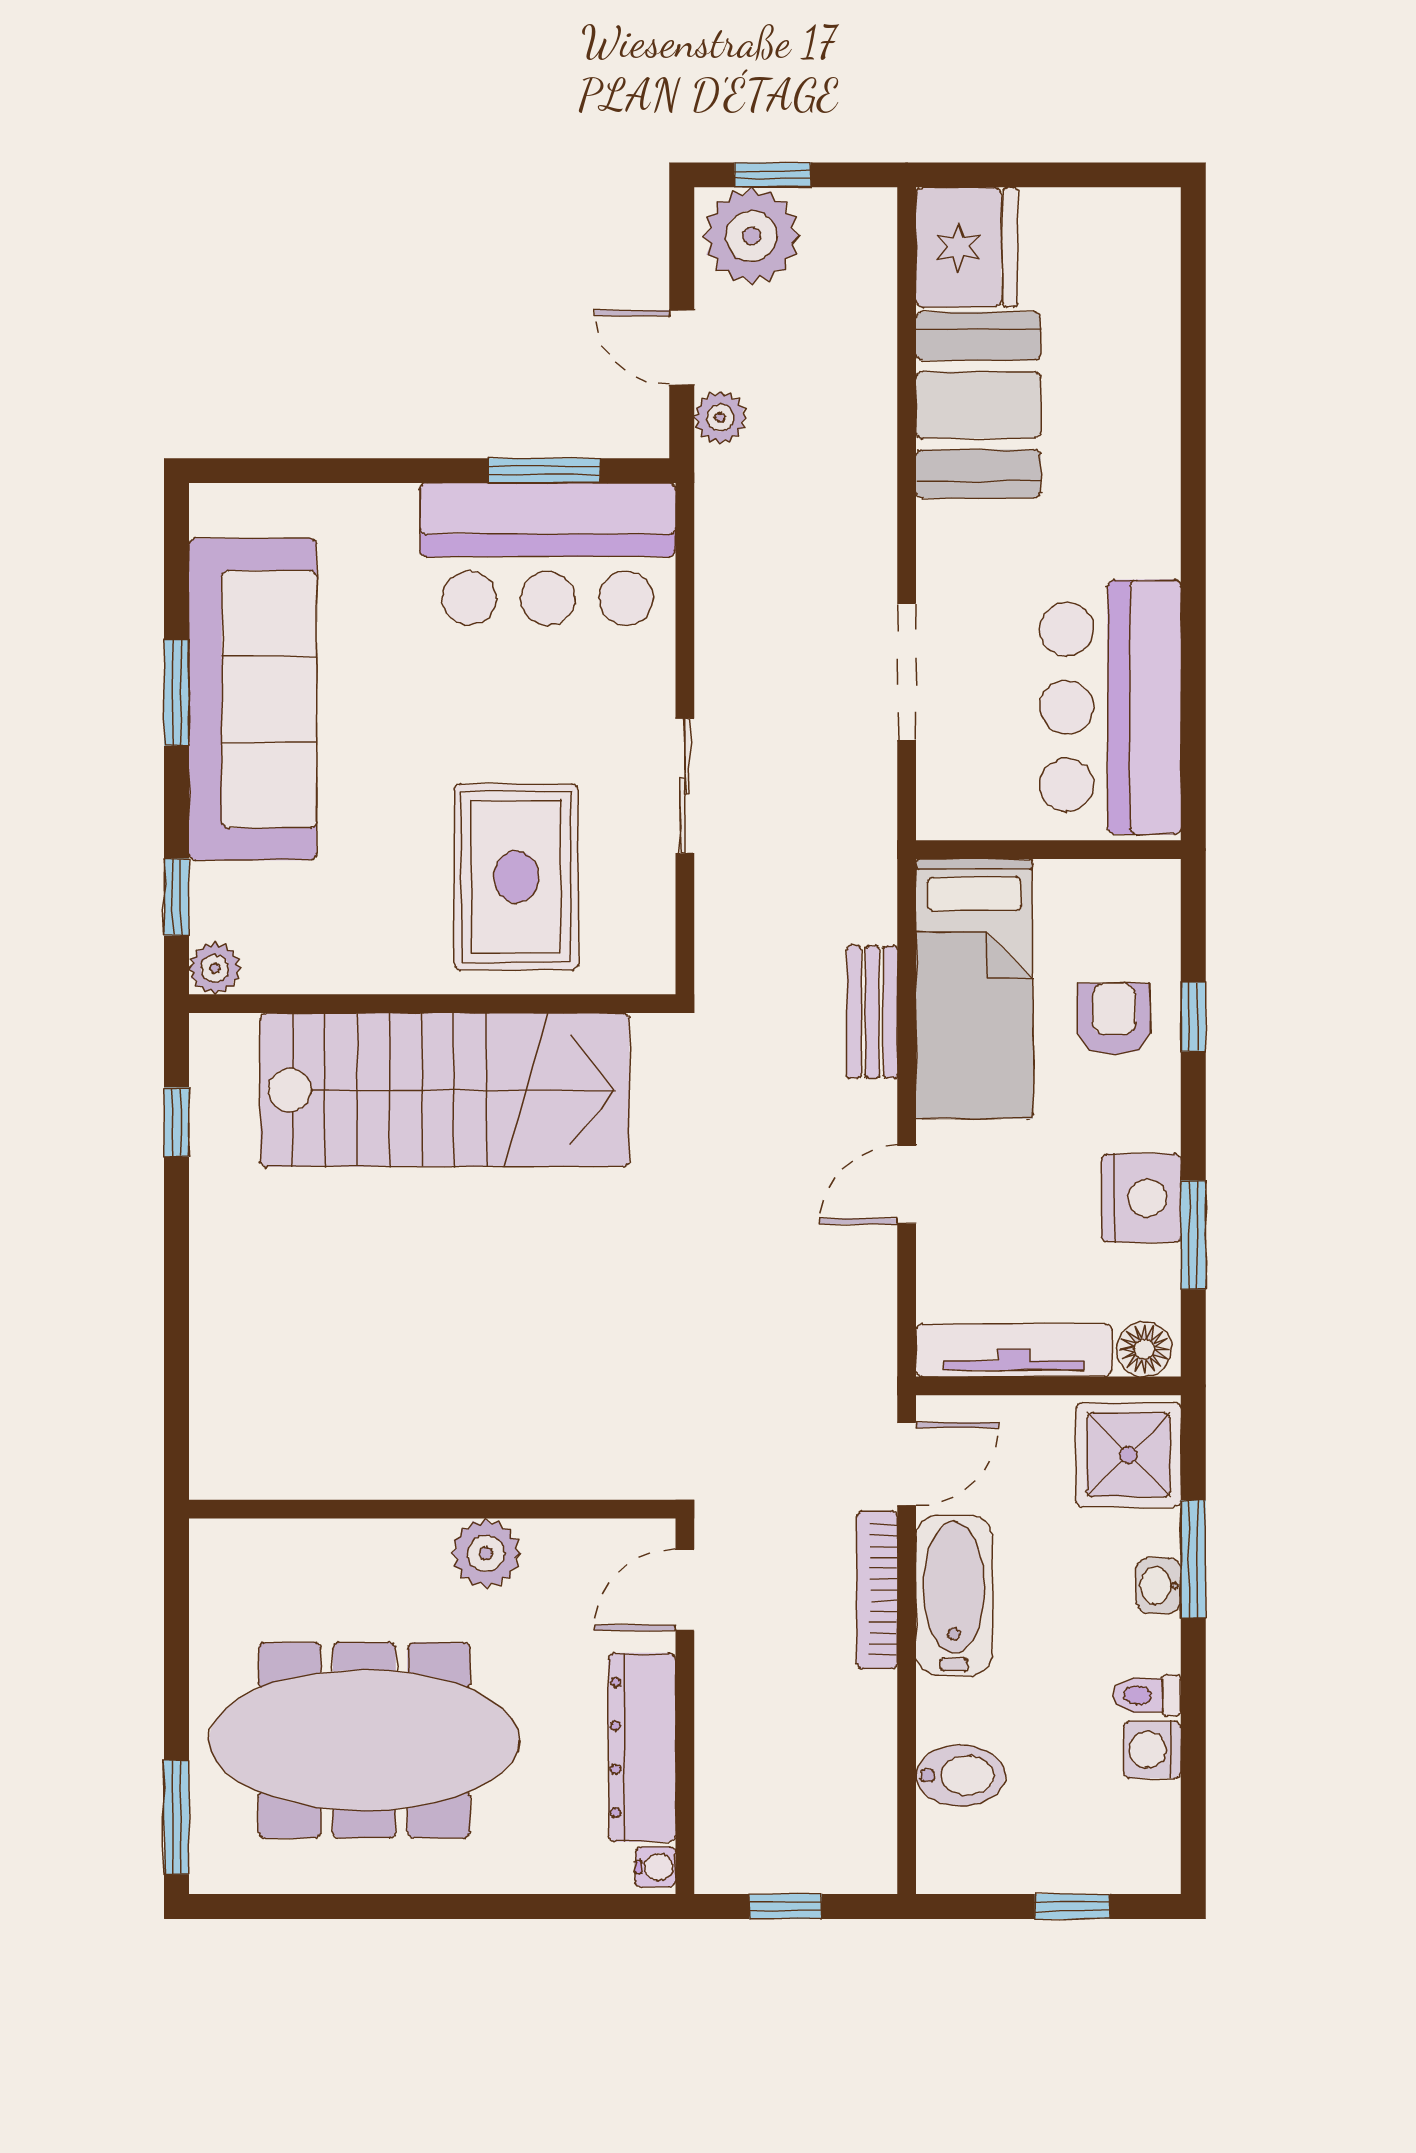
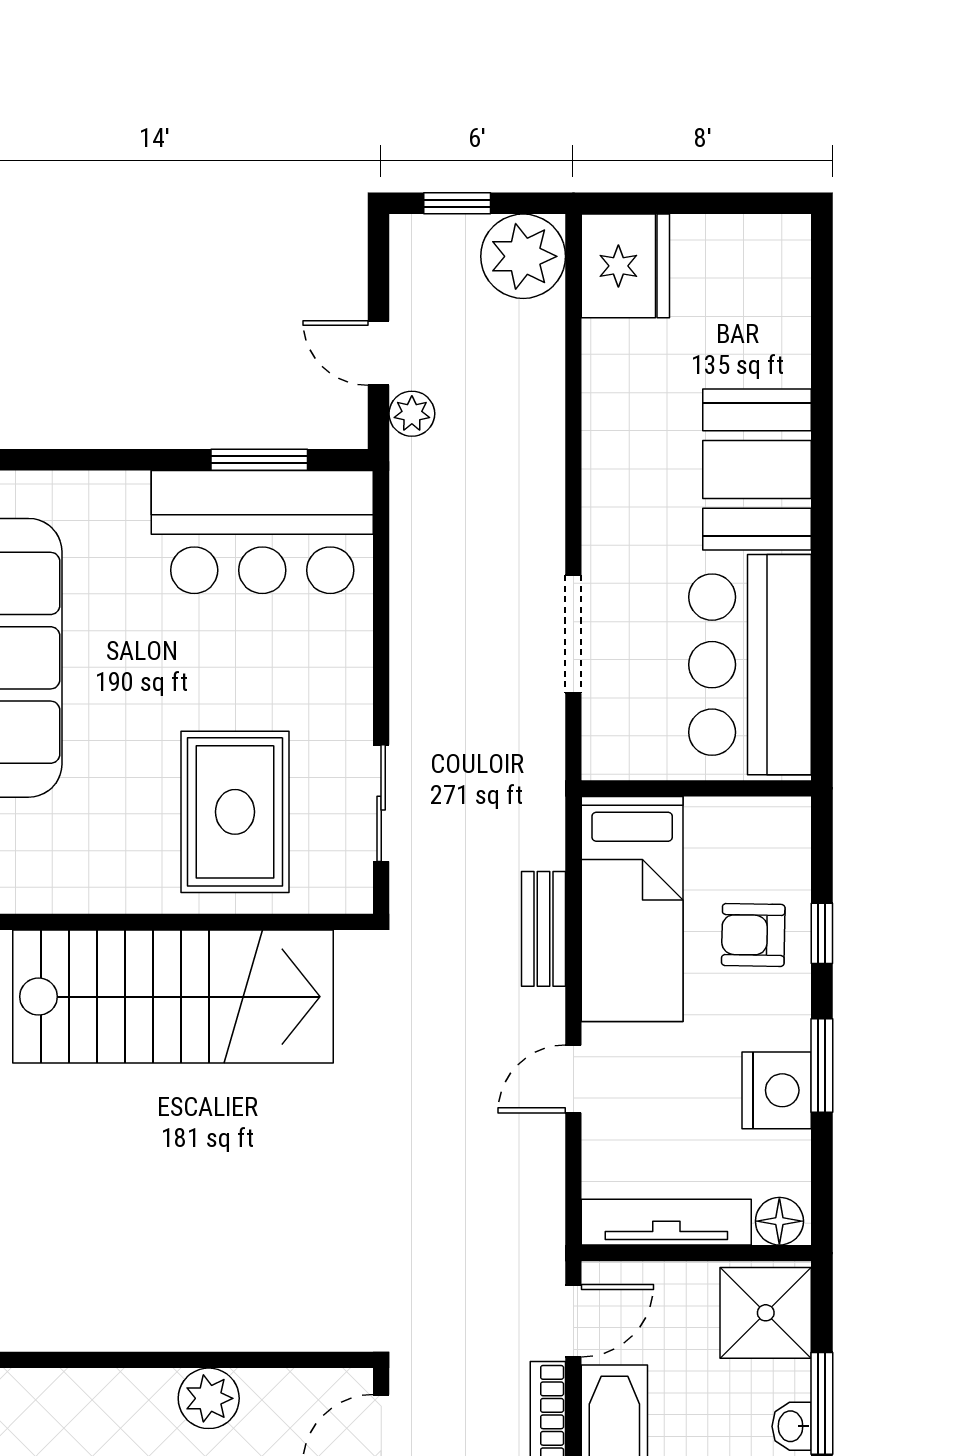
plant: (751, 236) -> (523, 256), moved
booth: (978, 405) -> (757, 470), moved
sliding door: (685, 786) -> (381, 803), moved
armchair: (1114, 1019) -> (753, 935), turned -89
window: (1193, 1235) -> (822, 1066), moved

